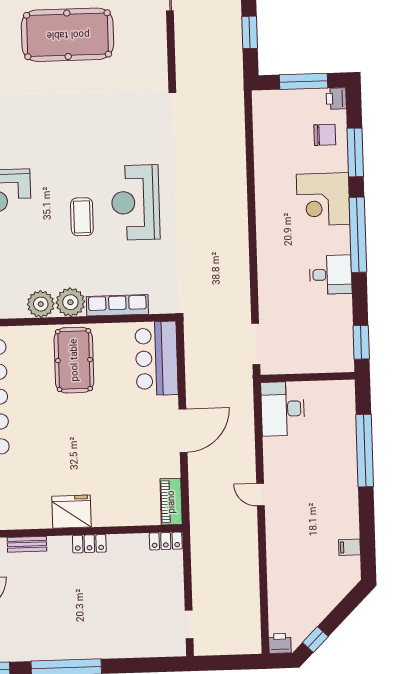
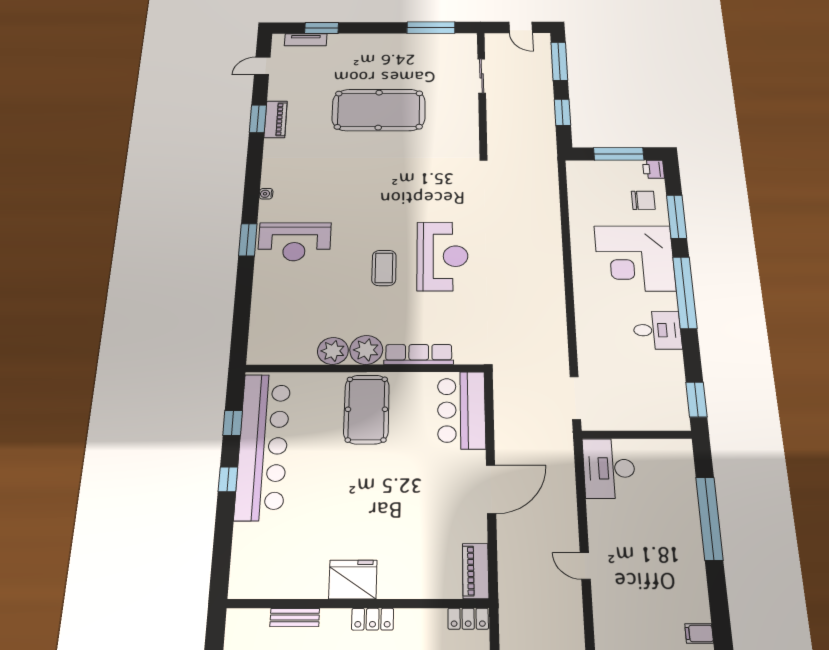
corner desk: (323, 199) -> (635, 258), width x1.36, depth x1.36
reception desk: (136, 202) -> (442, 256), turned 180

